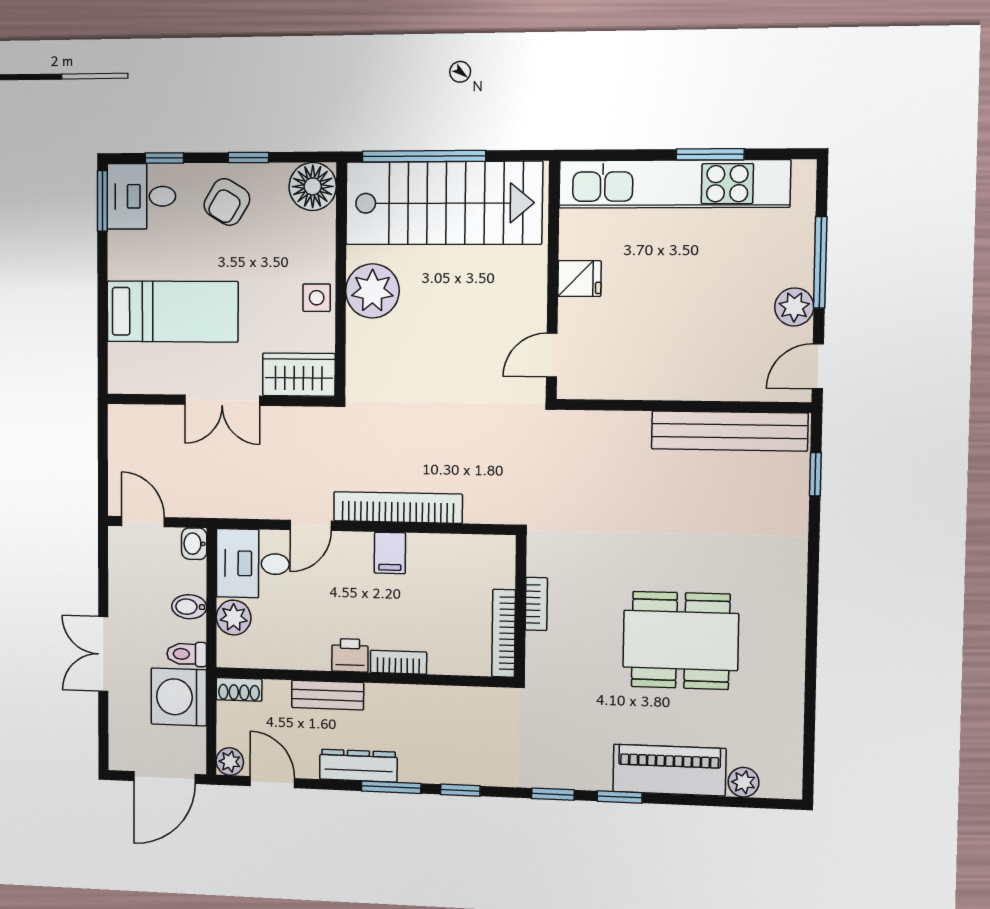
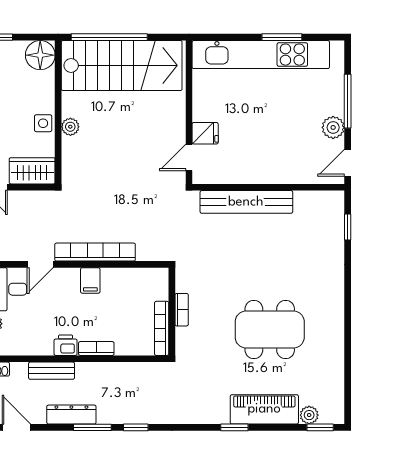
fridge: (579, 279) -> (205, 133), moved
plant: (372, 291) -> (70, 127), width x0.53, depth x0.53
bench: (729, 431) -> (246, 202), moved
window: (553, 794) -> (320, 427), moved

